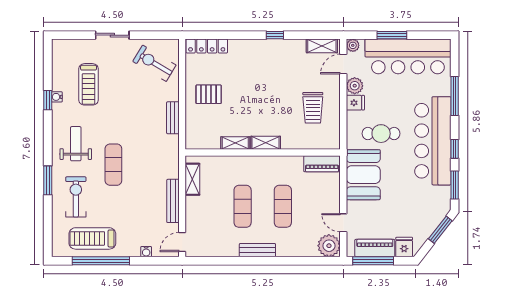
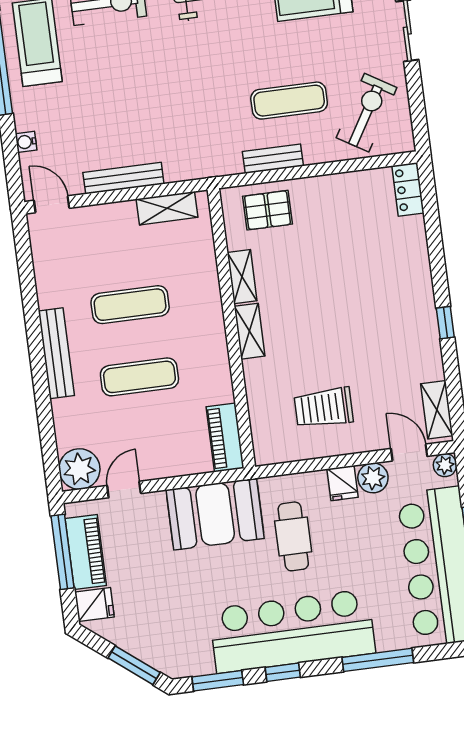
locker: (207, 46) -> (408, 189), width x0.66
pallet: (209, 94) -> (268, 210), moved, turned 90
exercise mat: (113, 165) -> (289, 101), moved
bench: (257, 250) -> (56, 353), width x1.36

